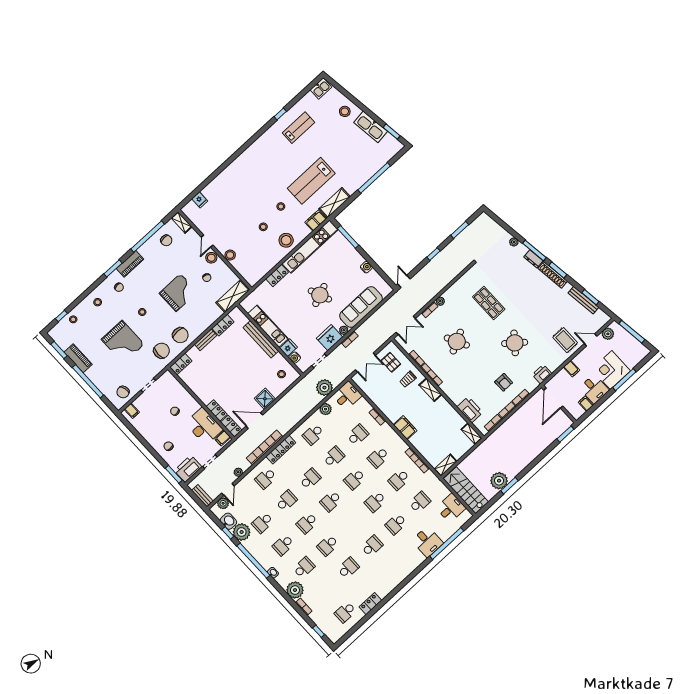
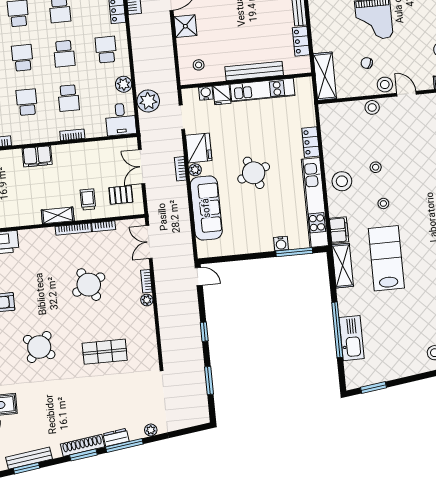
kitchen sink: (371, 127) -> (352, 338), moved, turned 97
water cooler: (366, 267) -> (281, 244), moved

